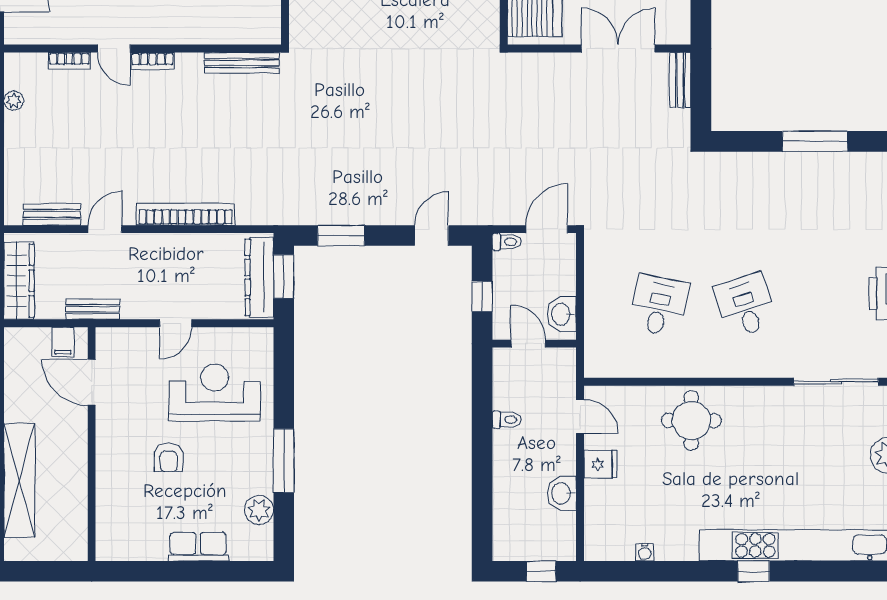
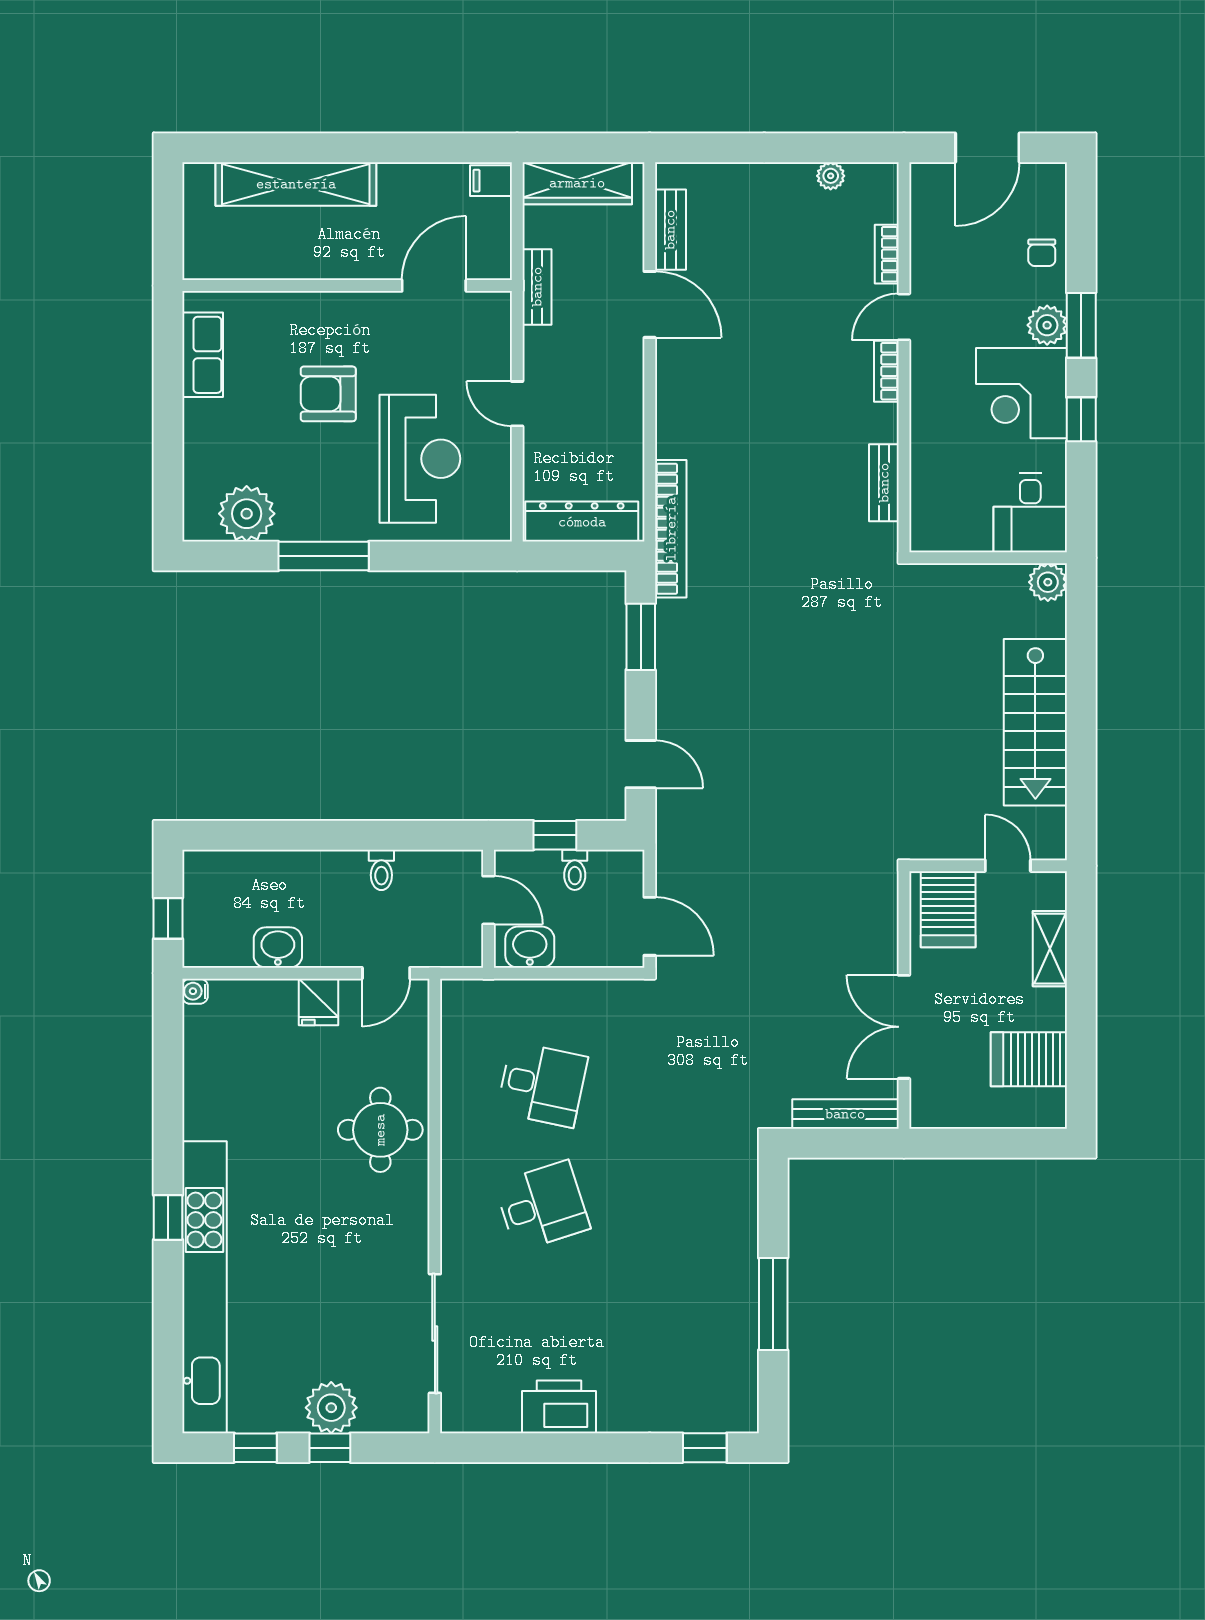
double door: (618, 49) -> (904, 1027), swing flipped
bench: (242, 63) -> (884, 483), width x0.73
bench: (680, 80) -> (845, 1114), width x1.36
bookcase: (186, 214) -> (671, 529), moved
door: (105, 229) -> (650, 304), width x1.38
toilet: (507, 242) -> (575, 870), moved
window: (284, 276) -> (583, 556), removed
filing cabinet: (63, 342) -> (491, 181), moved
door: (528, 344) -> (488, 900), hinge flipped
armchair: (169, 457) -> (328, 394), width x1.38, depth x1.38
plant: (259, 510) -> (247, 514), width x1.36, depth x1.36
row of seats: (198, 547) -> (203, 355), moved
water cooler: (645, 552) -> (195, 991), moved

